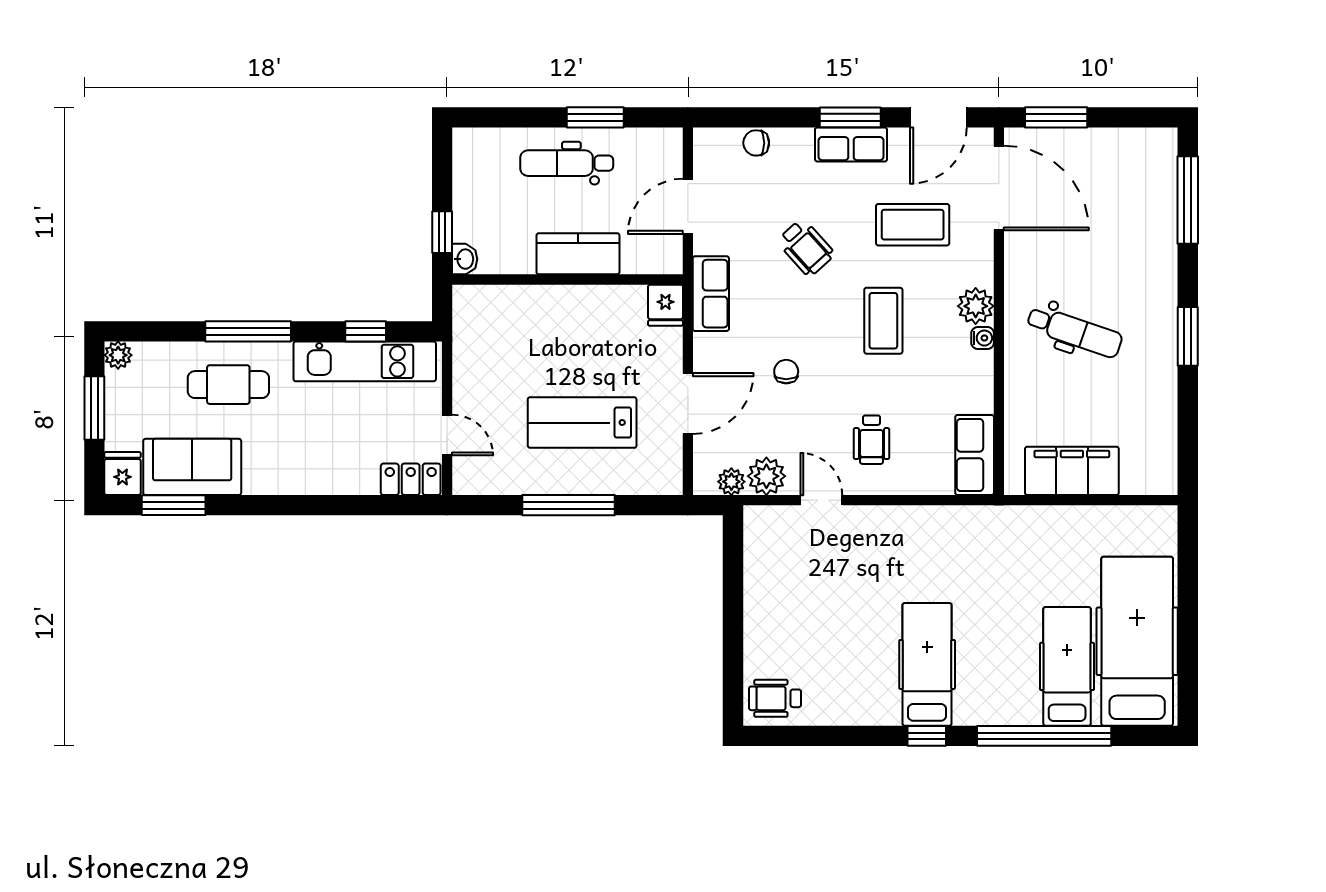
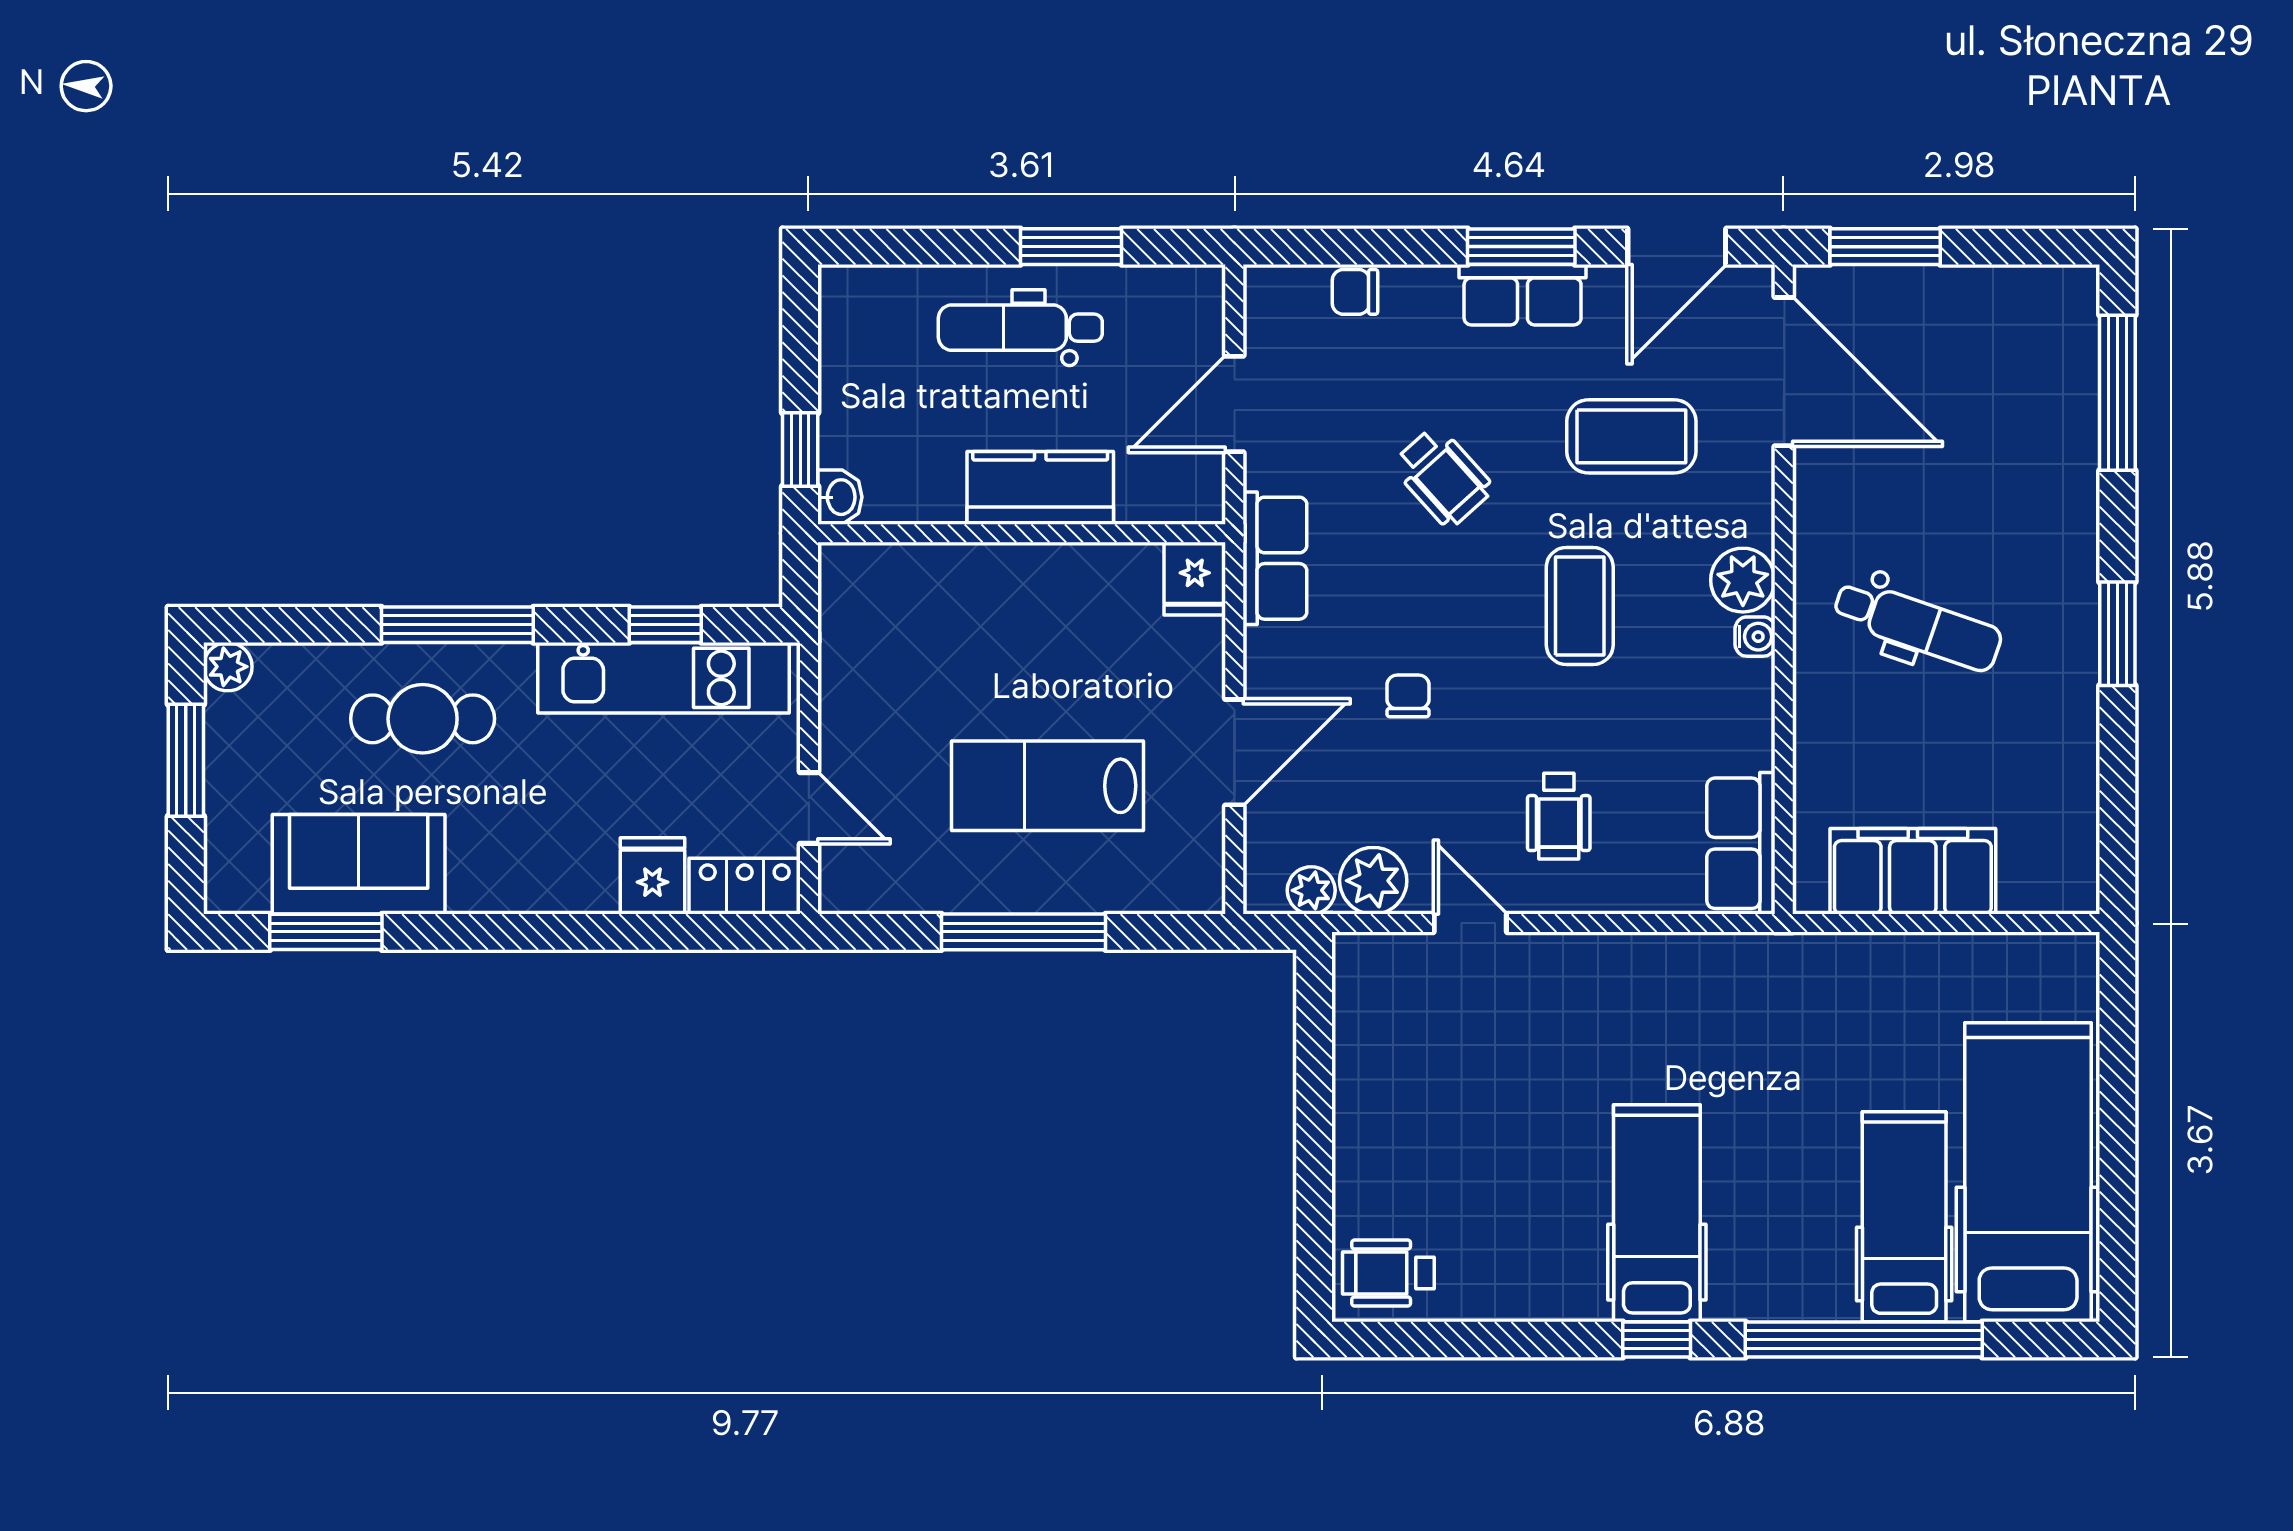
fridge: (122, 474) -> (652, 876), moved

